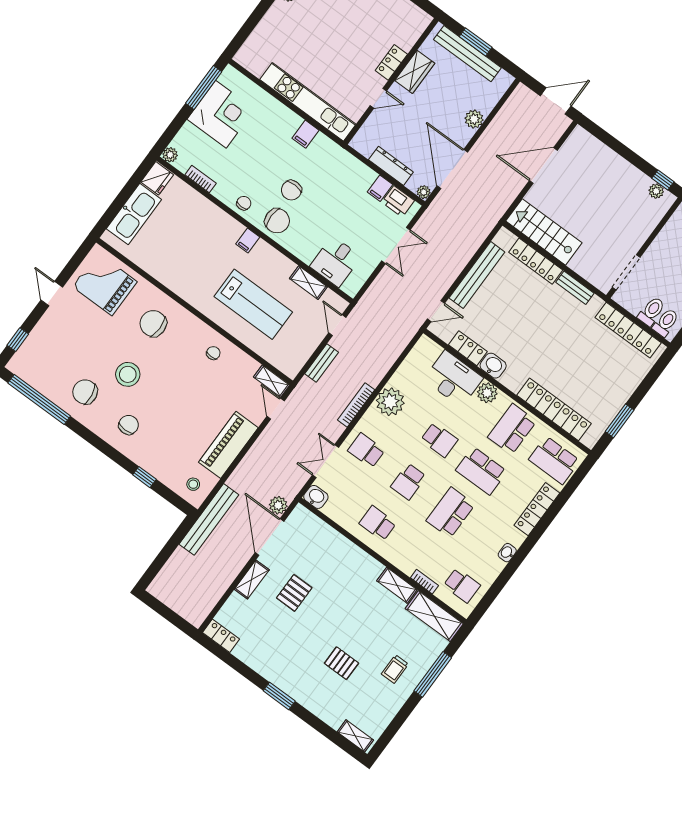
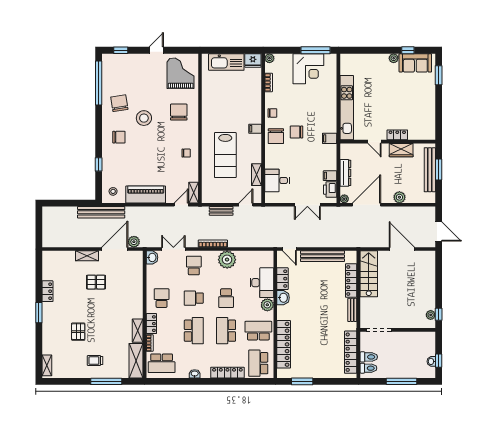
filing cabinet: (306, 134) -> (330, 138), moved
school desk: (451, 513) -> (194, 331), turned 90
locker: (401, 561) -> (151, 324), added
school desk: (462, 585) -> (162, 363), width x1.85
locker: (221, 636) -> (47, 291), moved

